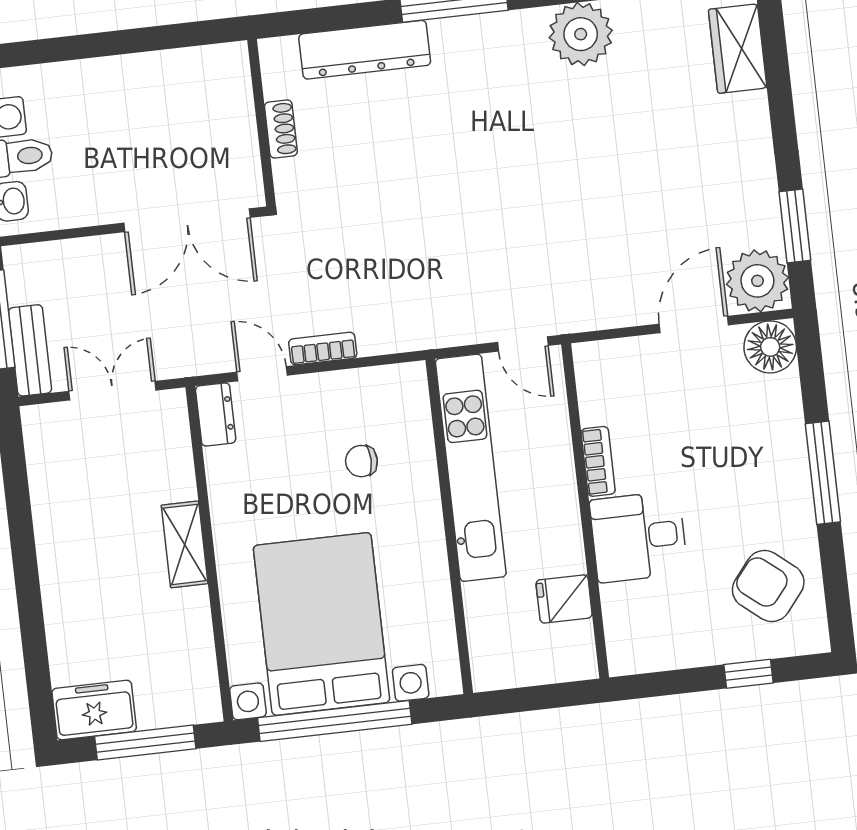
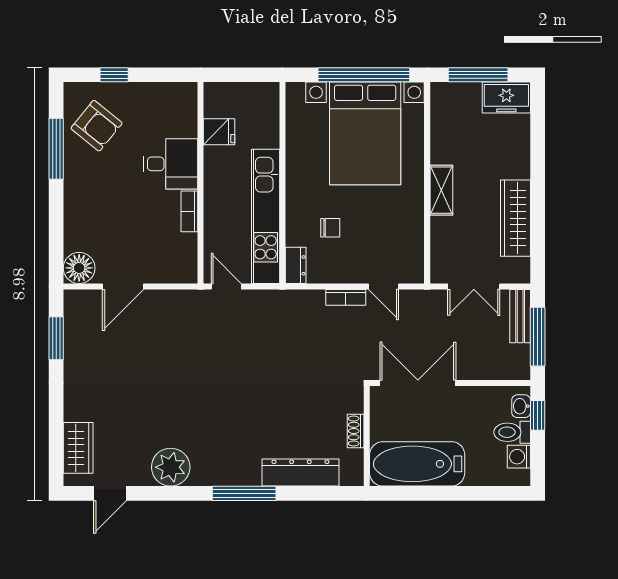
bathtub: (173, 86) -> (417, 464), added
plant: (757, 281) -> (82, 308), removed
dresser: (216, 414) -> (296, 265), moved, turned 180
window: (823, 473) -> (56, 149), moved
wardrobe: (56, 512) -> (516, 218), added

